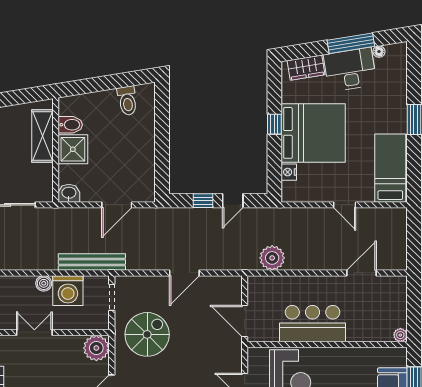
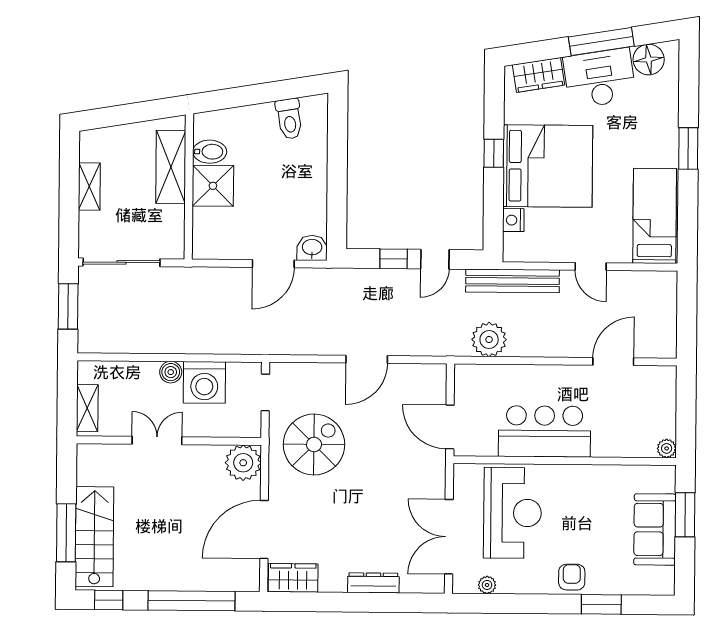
floor lamp: (379, 52) -> (649, 59), width x1.89, depth x1.89
washbasin: (69, 193) -> (312, 248), moved
bench: (92, 262) -> (513, 281), moved

